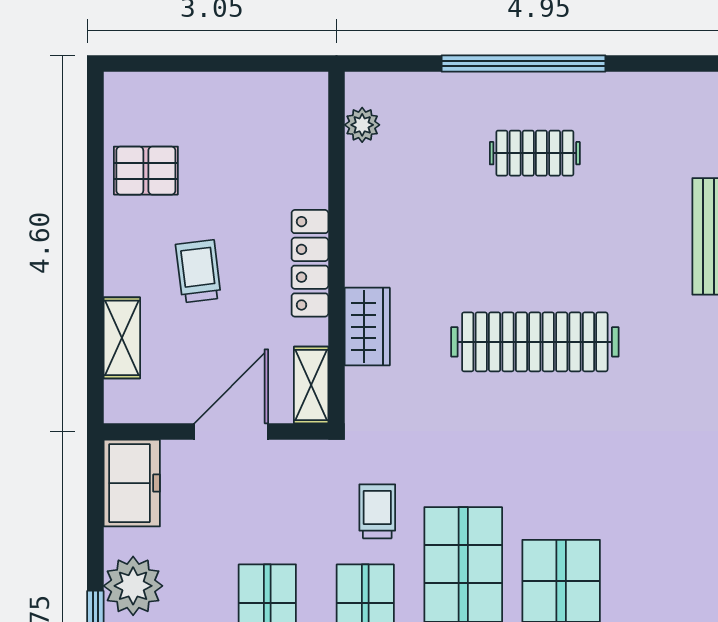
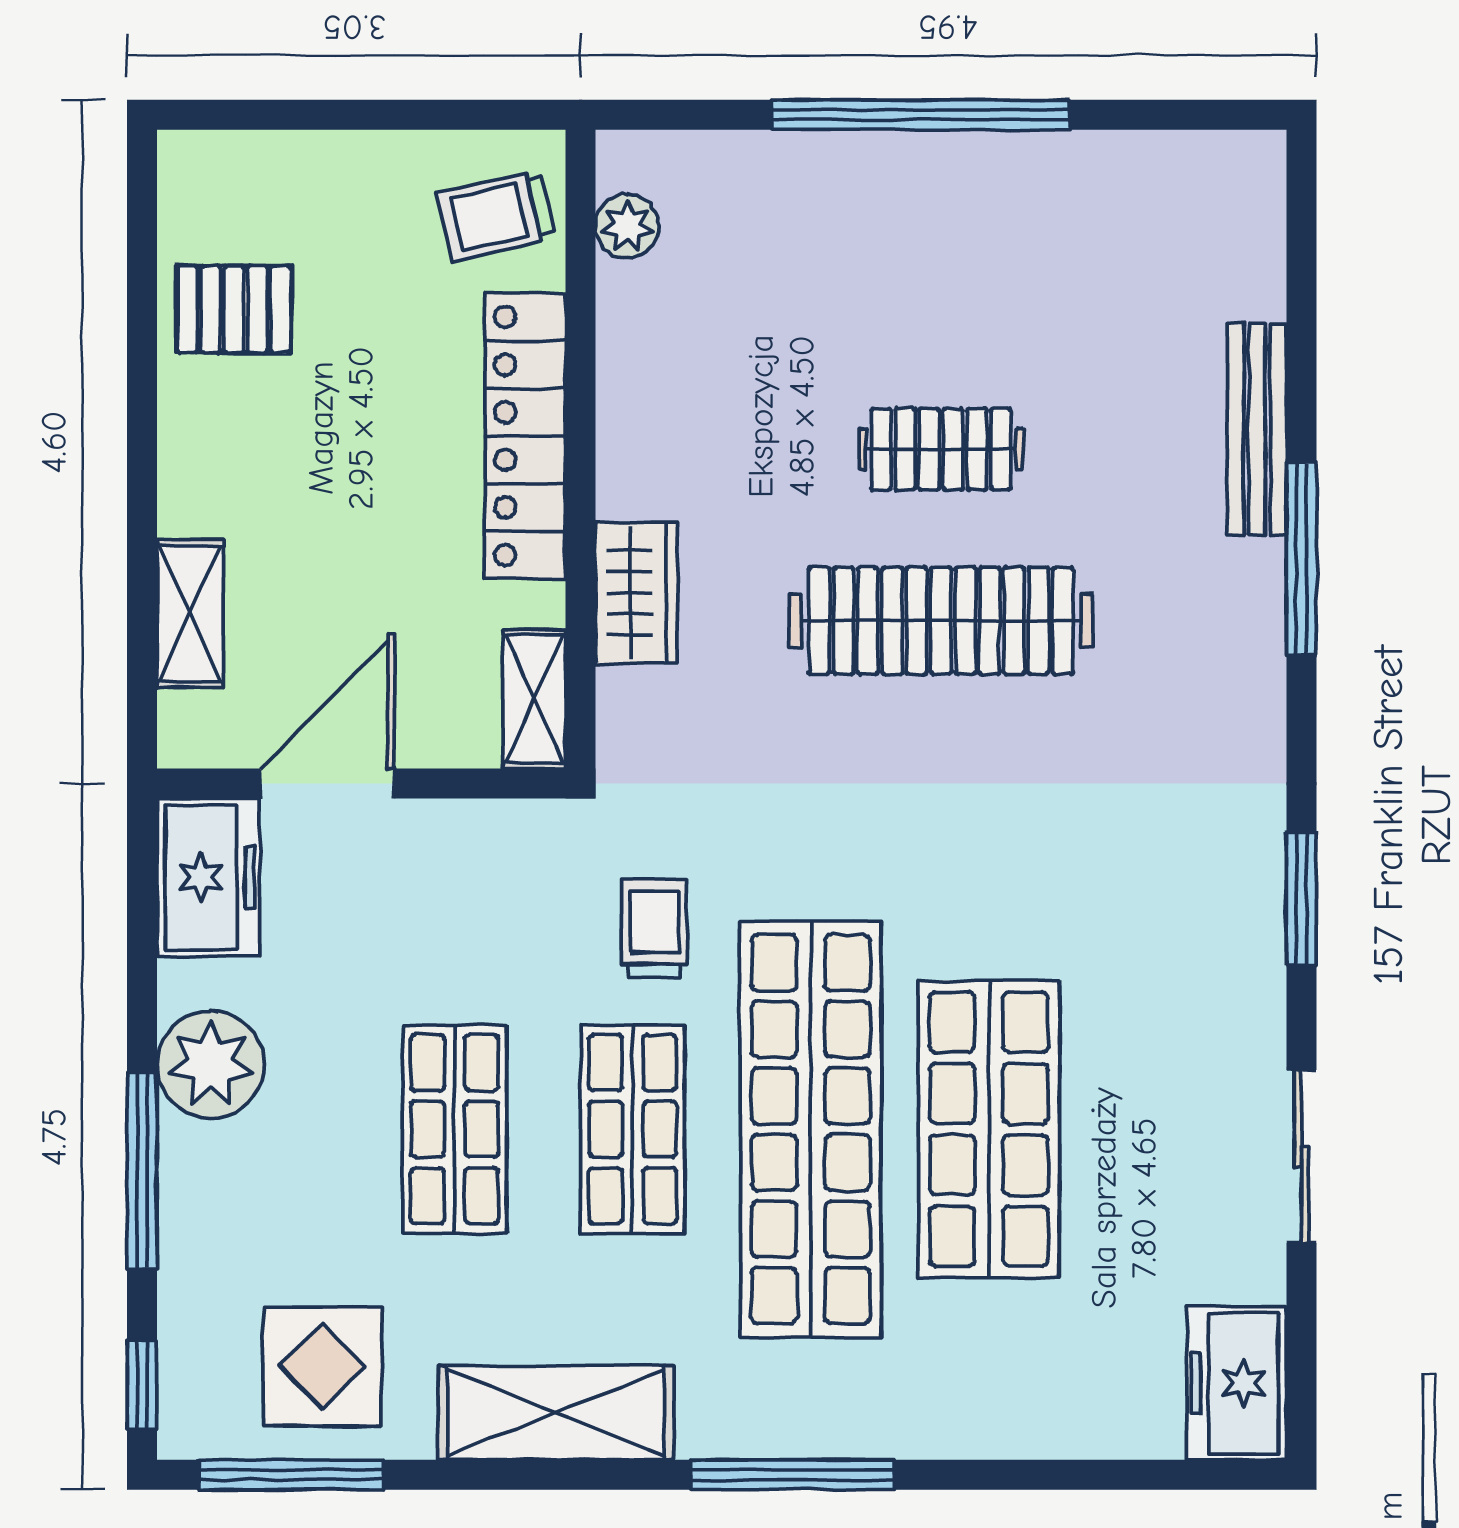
clothes rail: (535, 153) -> (941, 449), moved
locker: (310, 263) -> (525, 436), width x1.41, depth x1.21
trolley: (198, 271) -> (496, 216), moved, turned -96
door: (231, 431) -> (327, 784), moved

